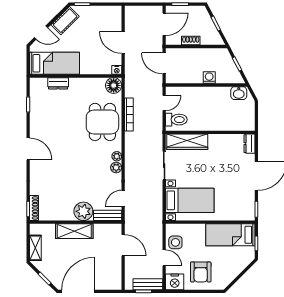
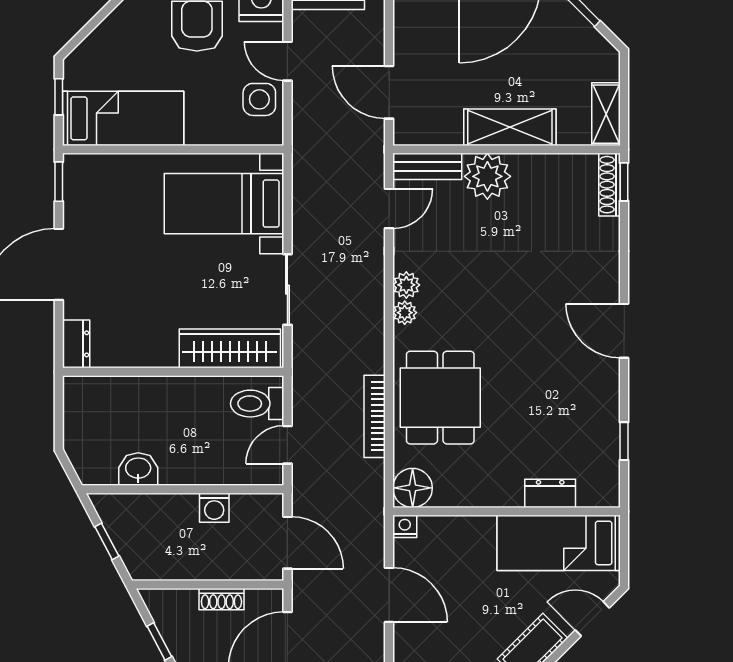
washing machine: (209, 78) -> (214, 508), moved
washbasin: (239, 93) -> (138, 469), moved
shelving: (35, 248) -> (606, 114), moved

